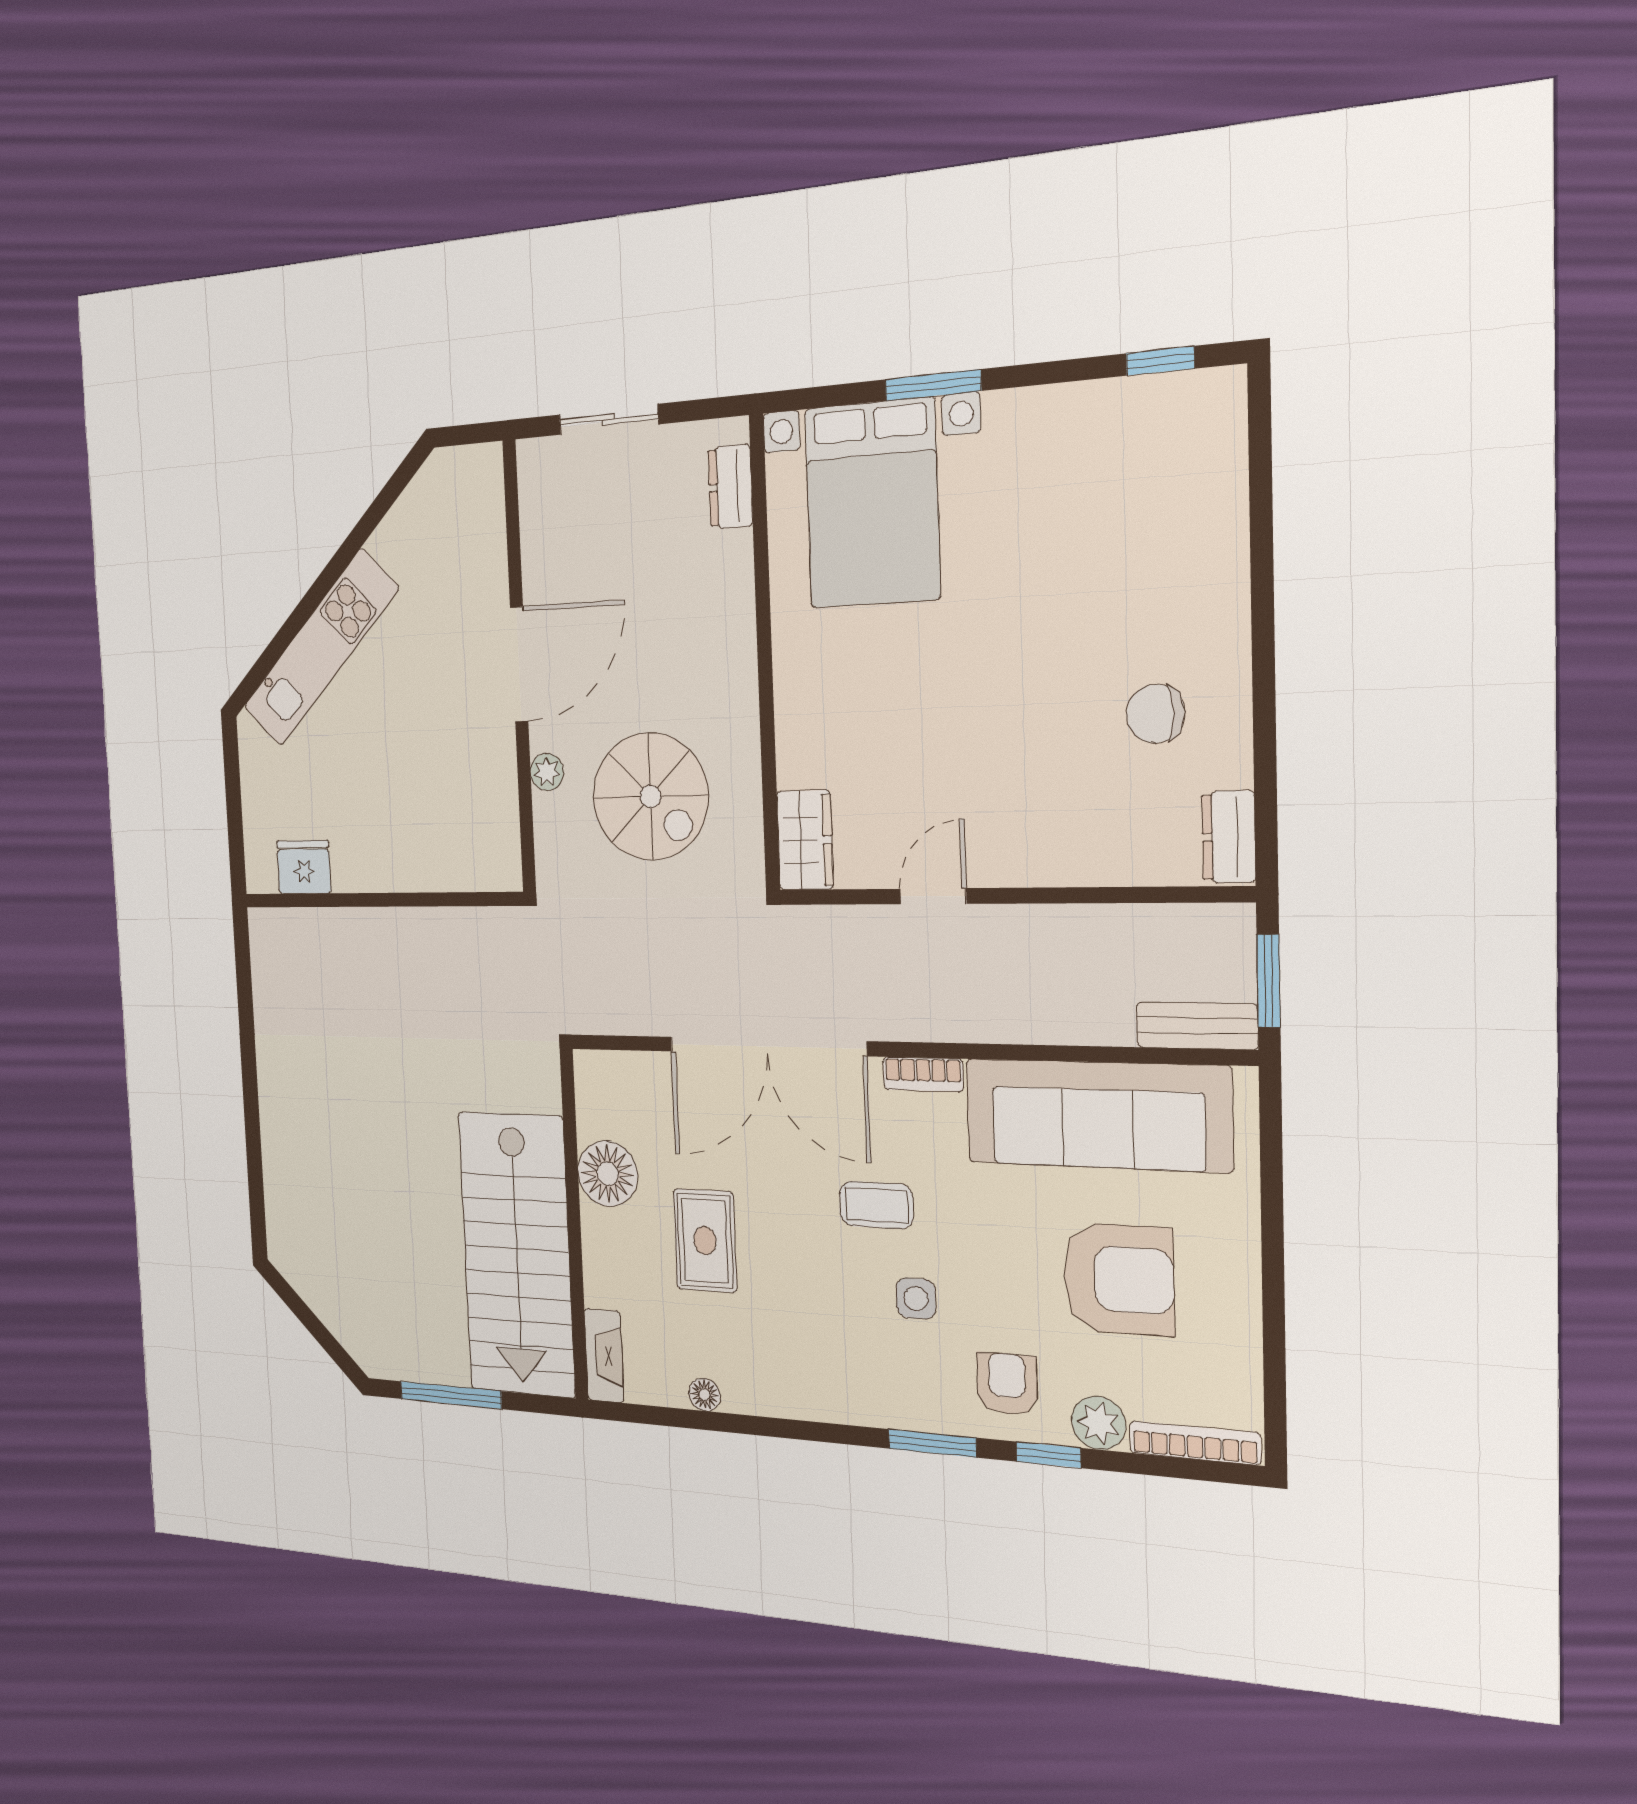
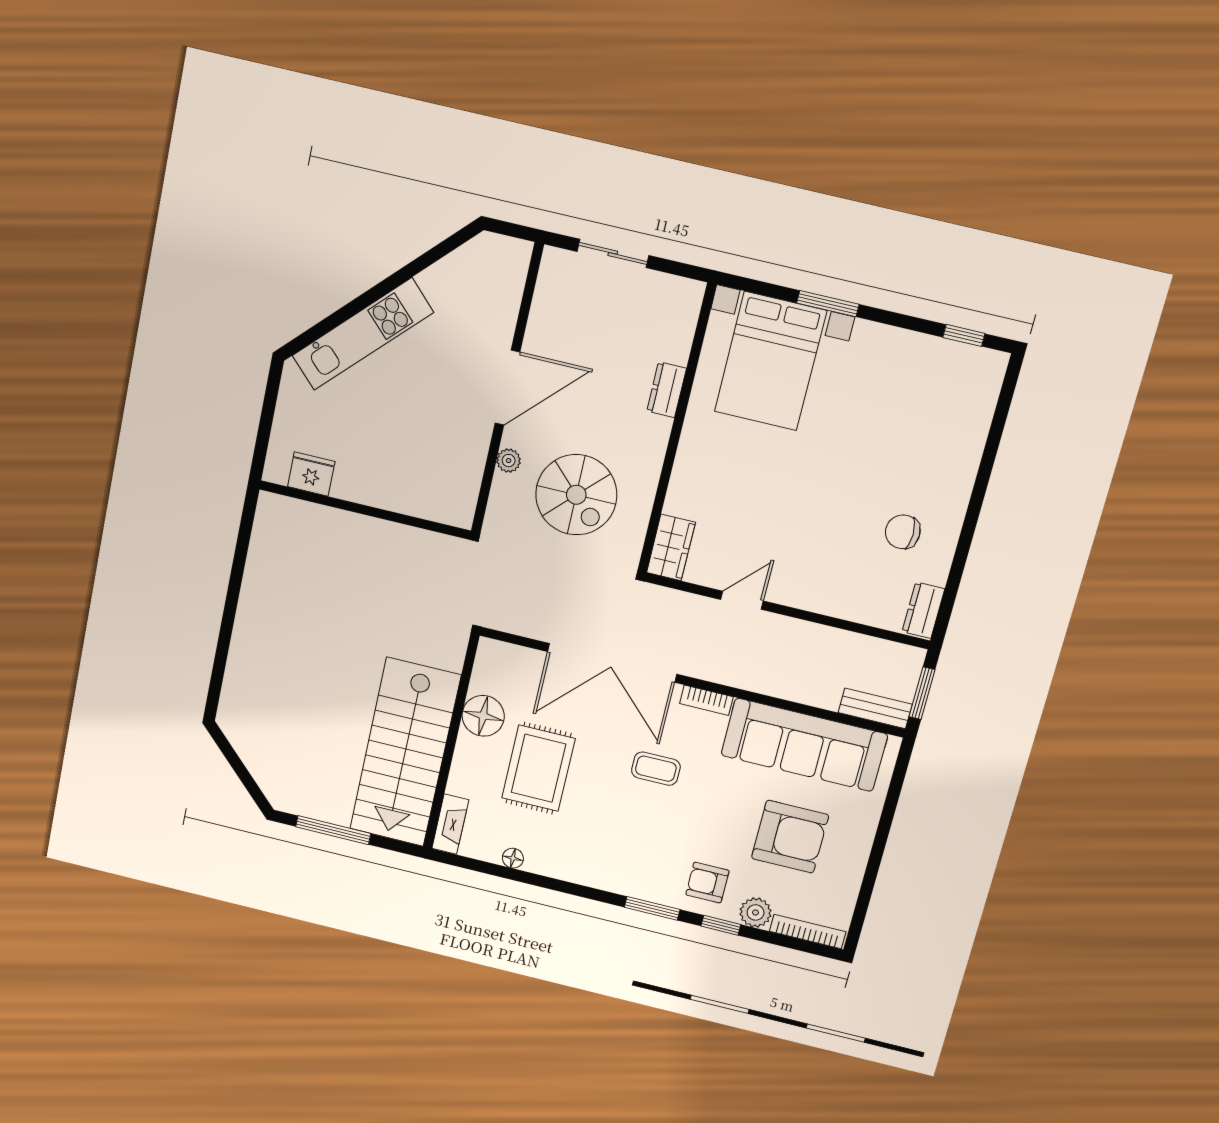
dresser: (730, 487) -> (667, 390), moved
rug: (705, 1241) -> (539, 768), width x1.36, depth x1.43
side table: (916, 1298) -> (665, 826), removed
armchair: (1007, 1384) -> (707, 883), turned -90

